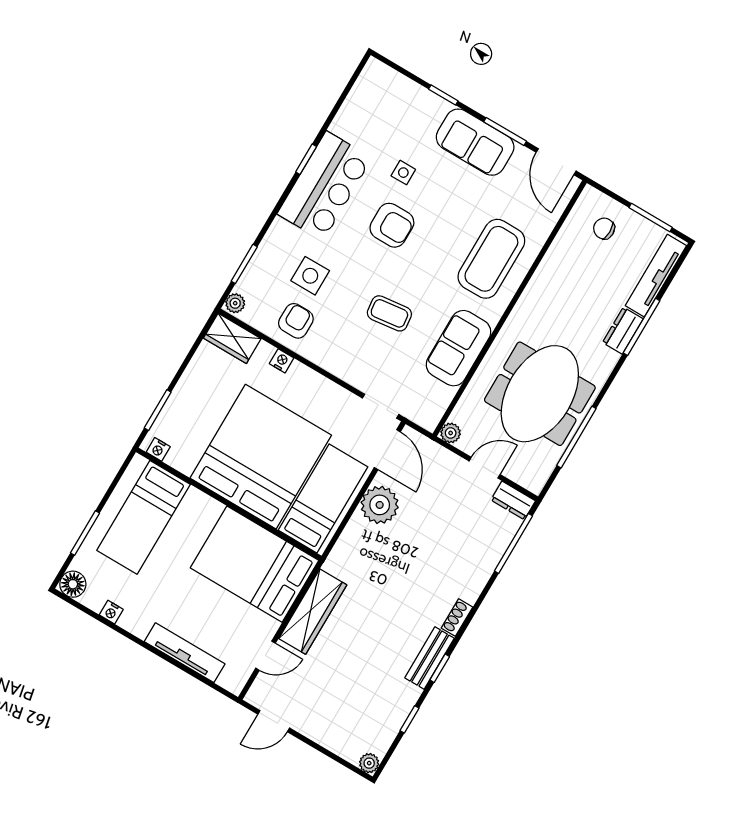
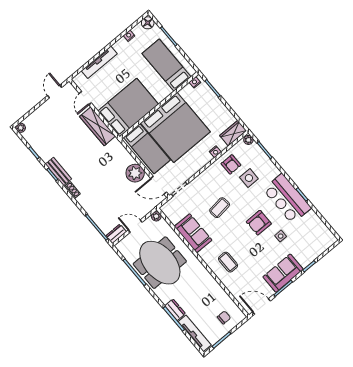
coffee table: (491, 259) -> (228, 262), width x0.54, depth x0.58
door: (485, 468) -> (135, 226), swing flipped

